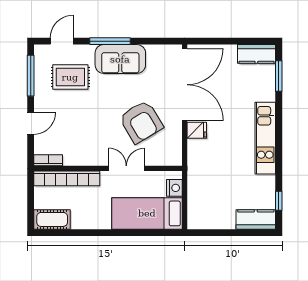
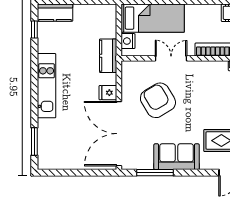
window: (110, 41) -> (155, 173), moved
kitchen counter: (256, 54) -> (108, 56), moved, turned -90
double door: (126, 168) -> (171, 58), swing flipped

